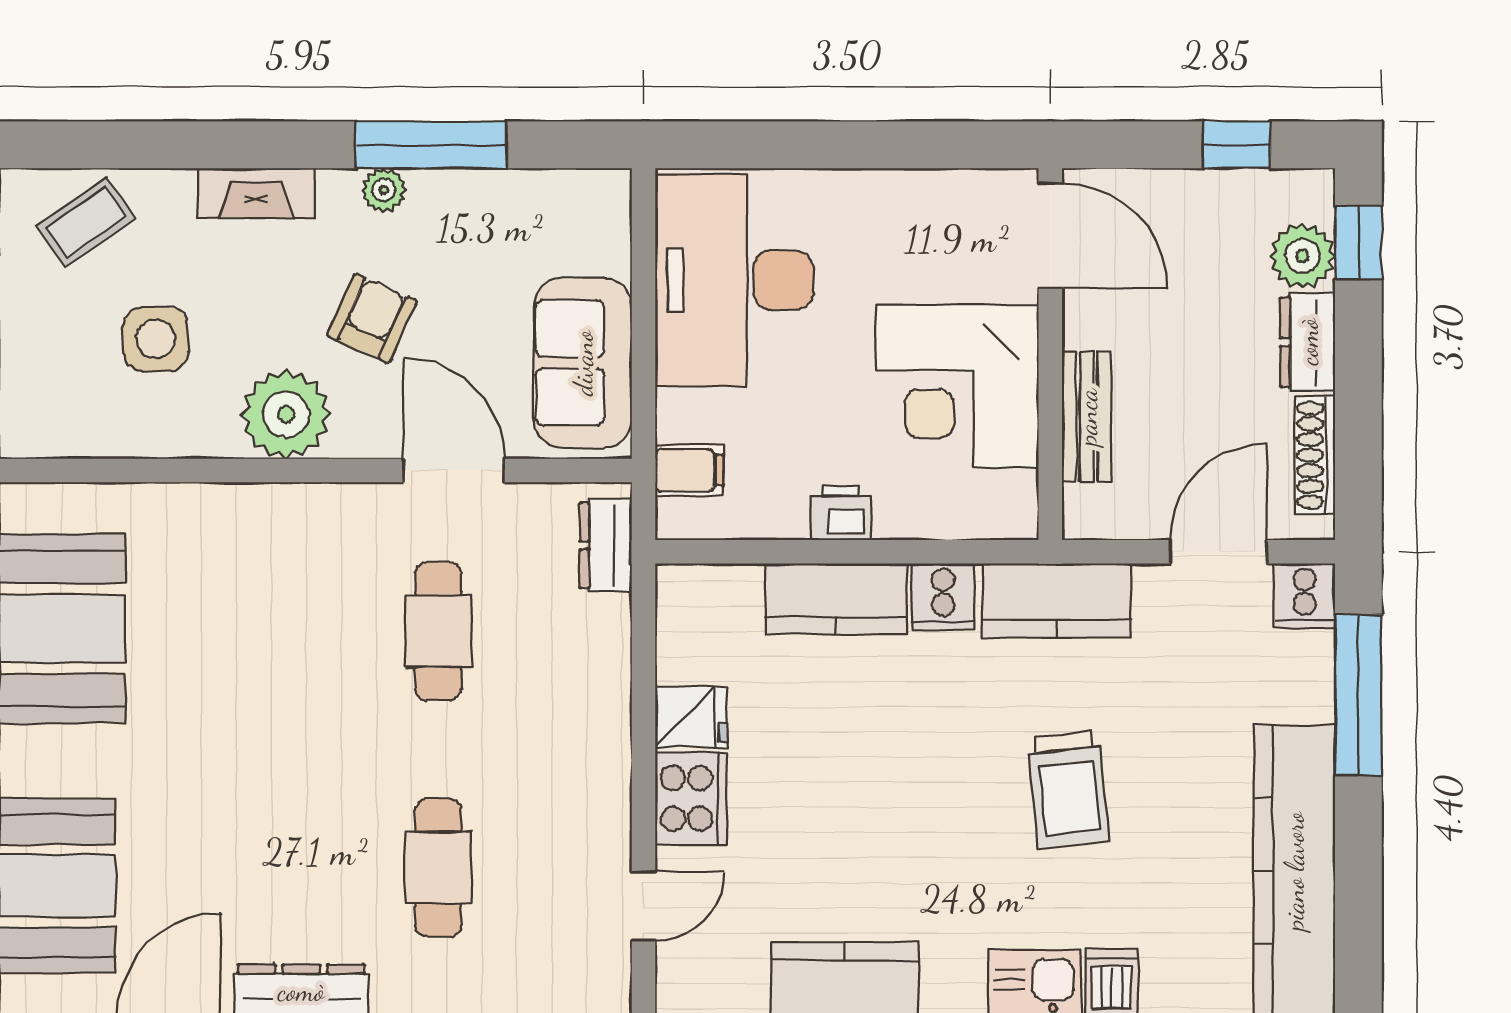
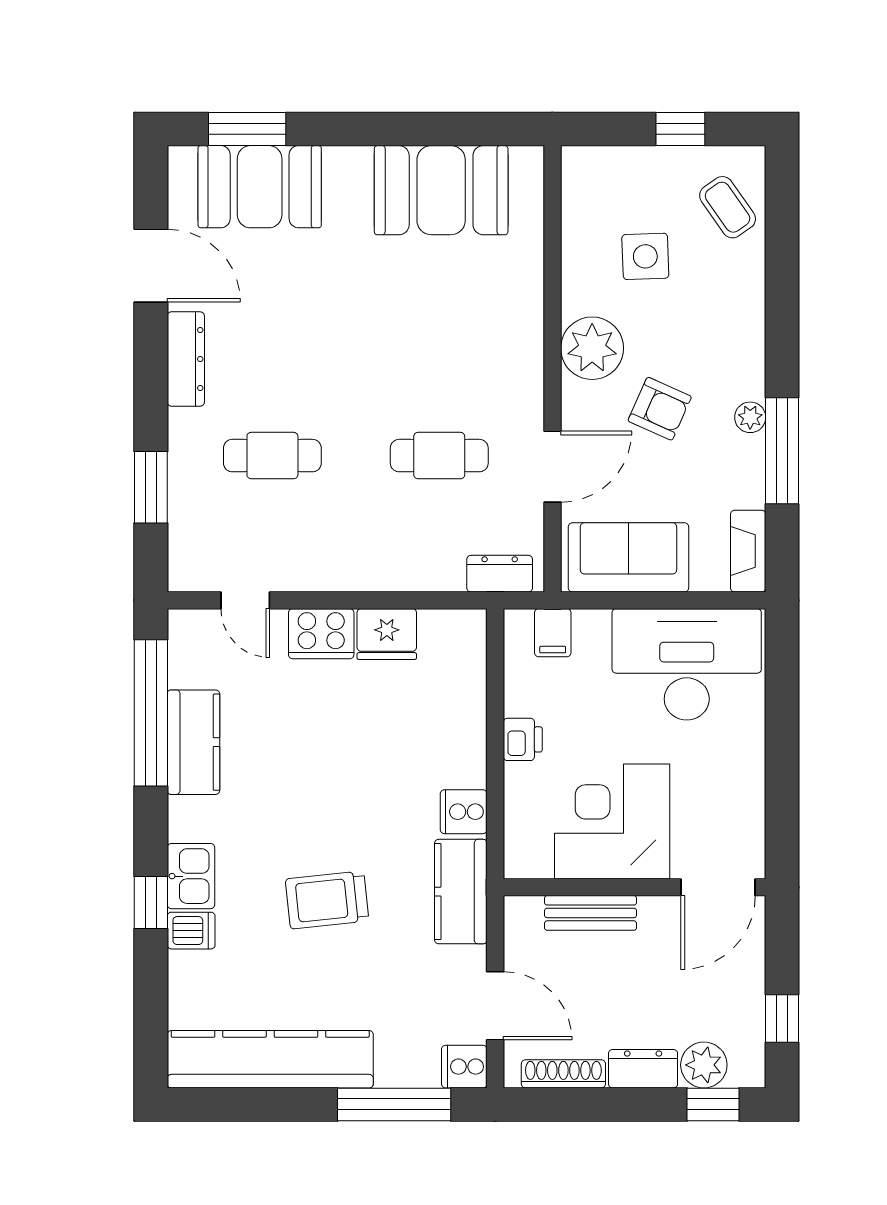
fireplace: (256, 193) -> (748, 551), moved
kitchen counter: (836, 599) -> (462, 736), removed
fridge: (691, 717) -> (387, 634), width x1.38

